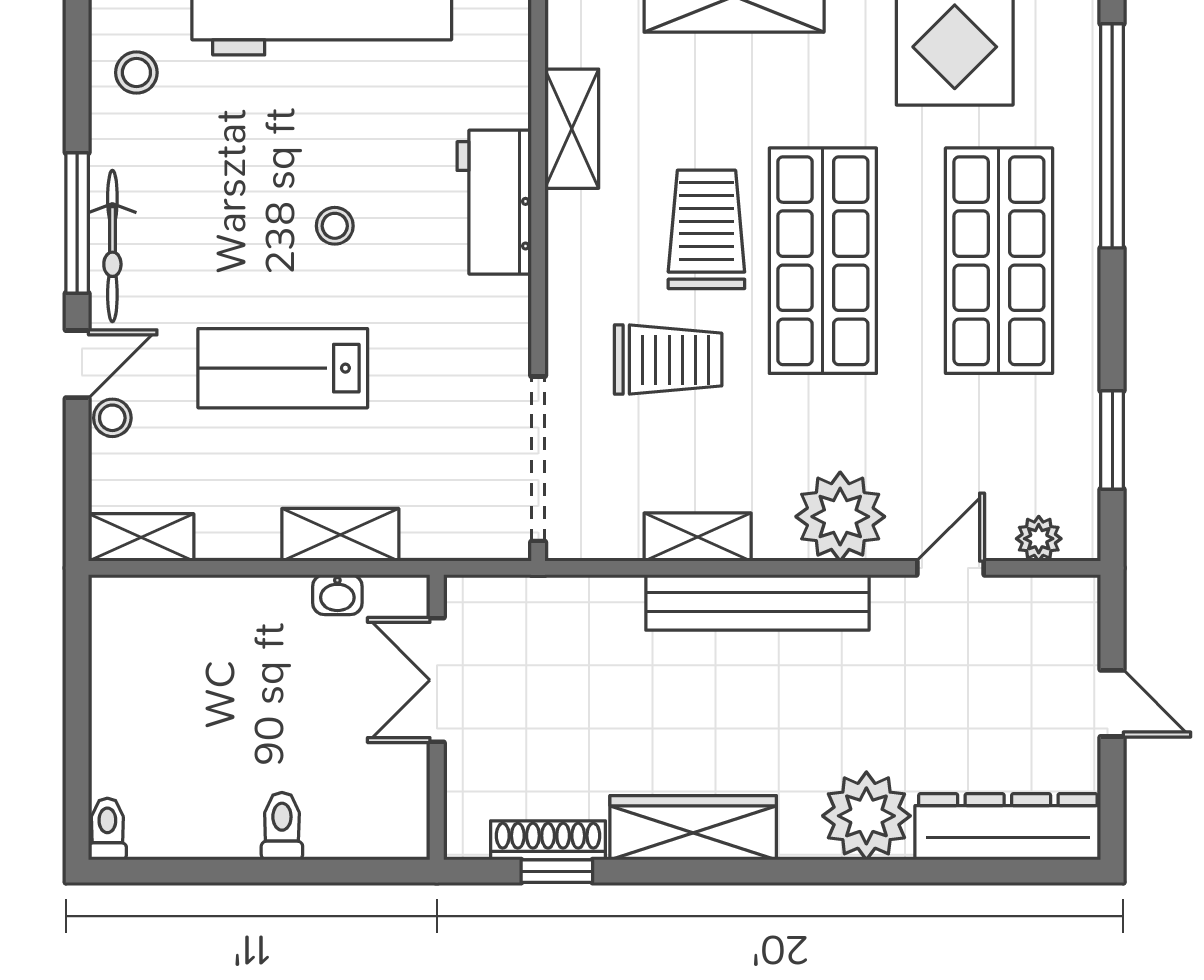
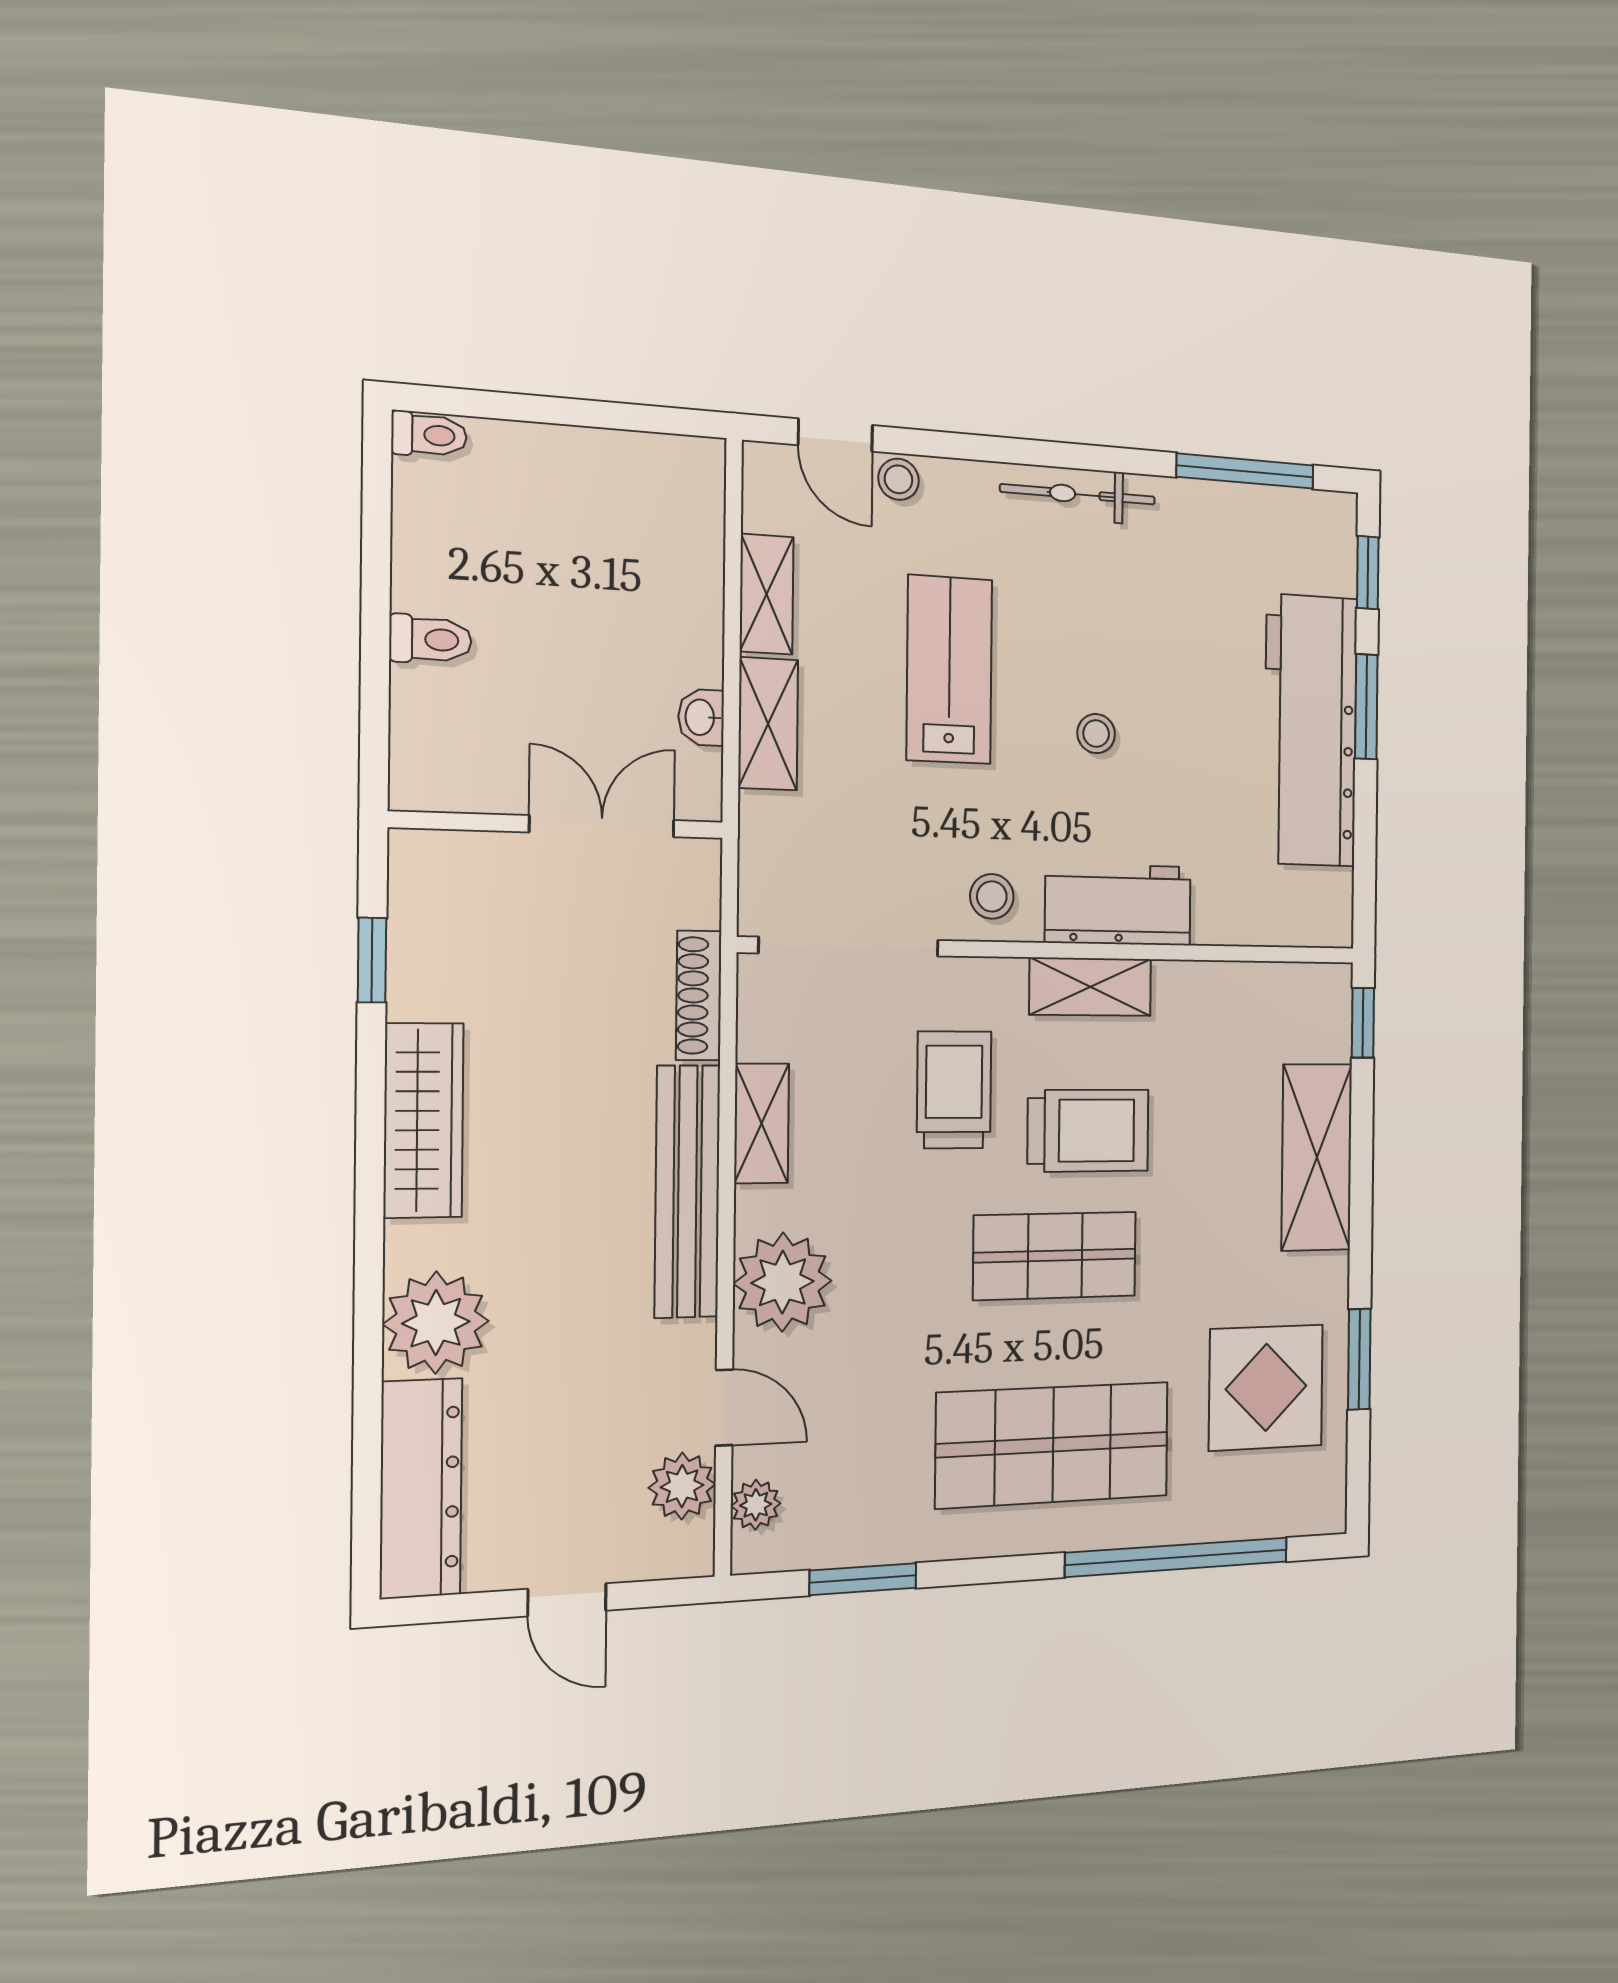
stool: (136, 73) -> (992, 896), moved
shelving: (572, 129) -> (1090, 987), moved
window: (77, 223) -> (1245, 471), moved
shop shelf: (823, 261) -> (1055, 1256), width x0.70, depth x0.74
trolley: (668, 360) -> (954, 1090), turned 180
door: (77, 364) -> (835, 435), moved
shelving: (141, 537) -> (767, 594), moved
plant: (1018, 604) -> (682, 1486), added
door: (1112, 703) -> (567, 1600), hinge flipped
shoe rack: (548, 840) -> (699, 995), moved, turned 180

